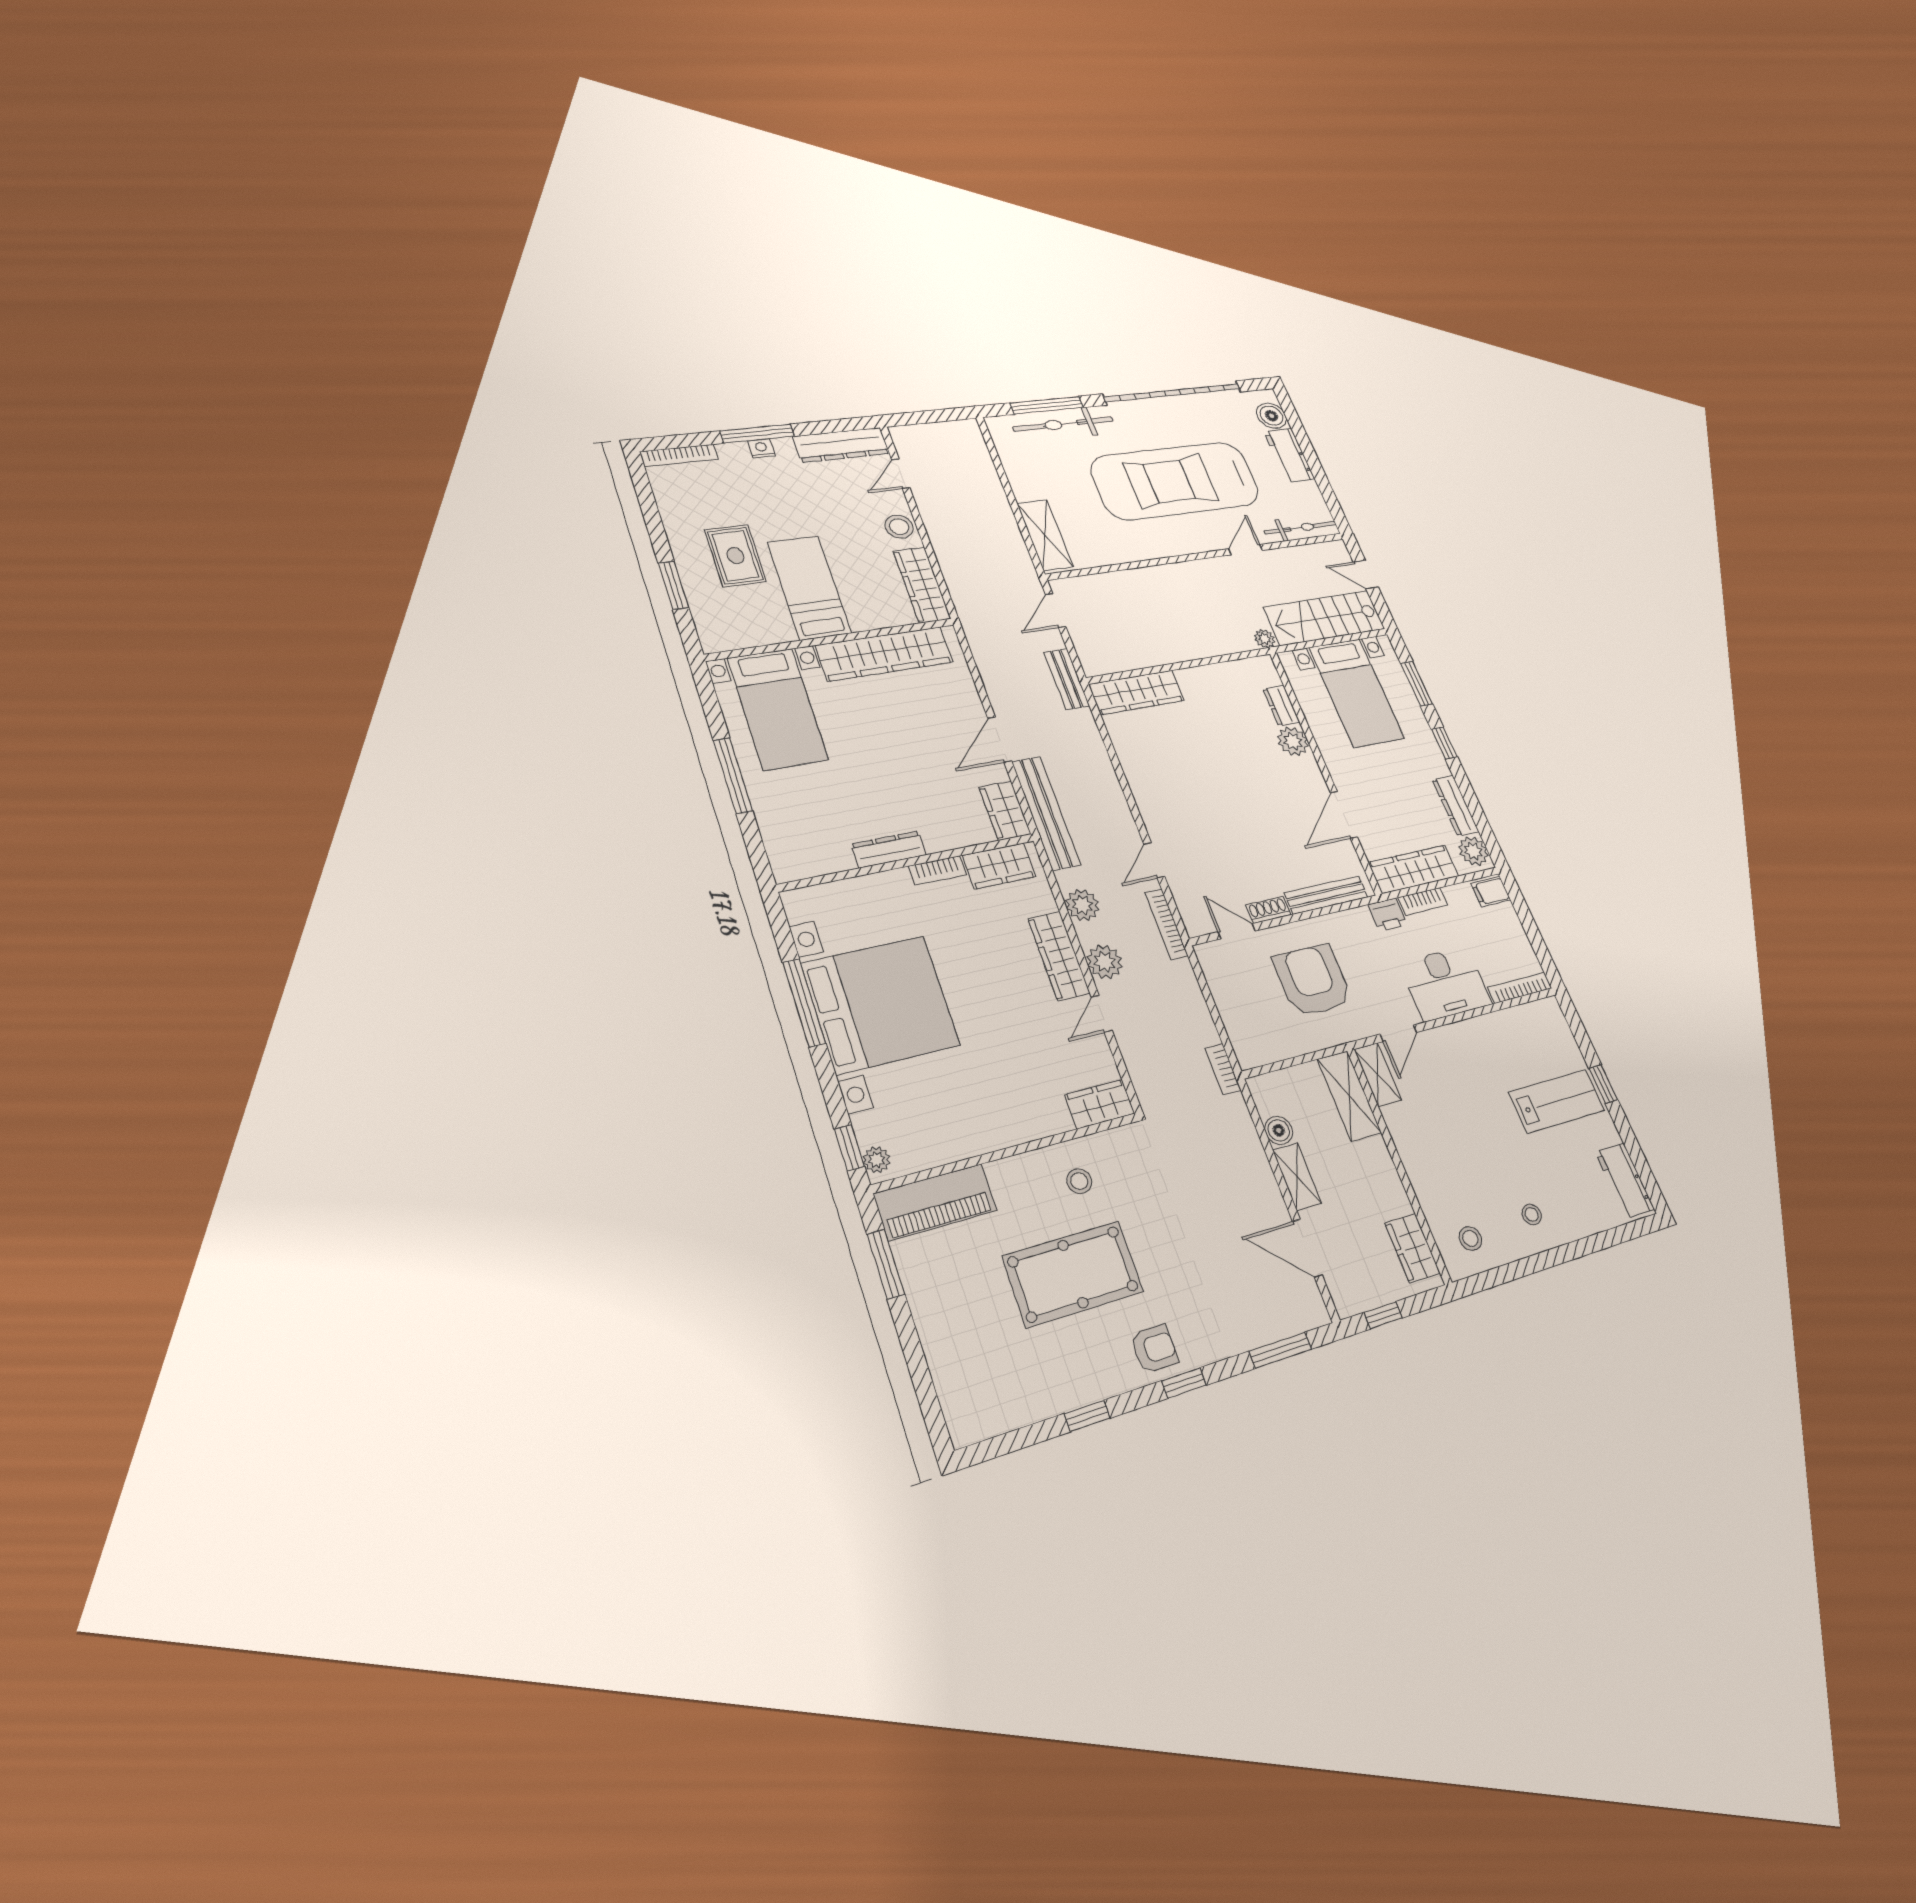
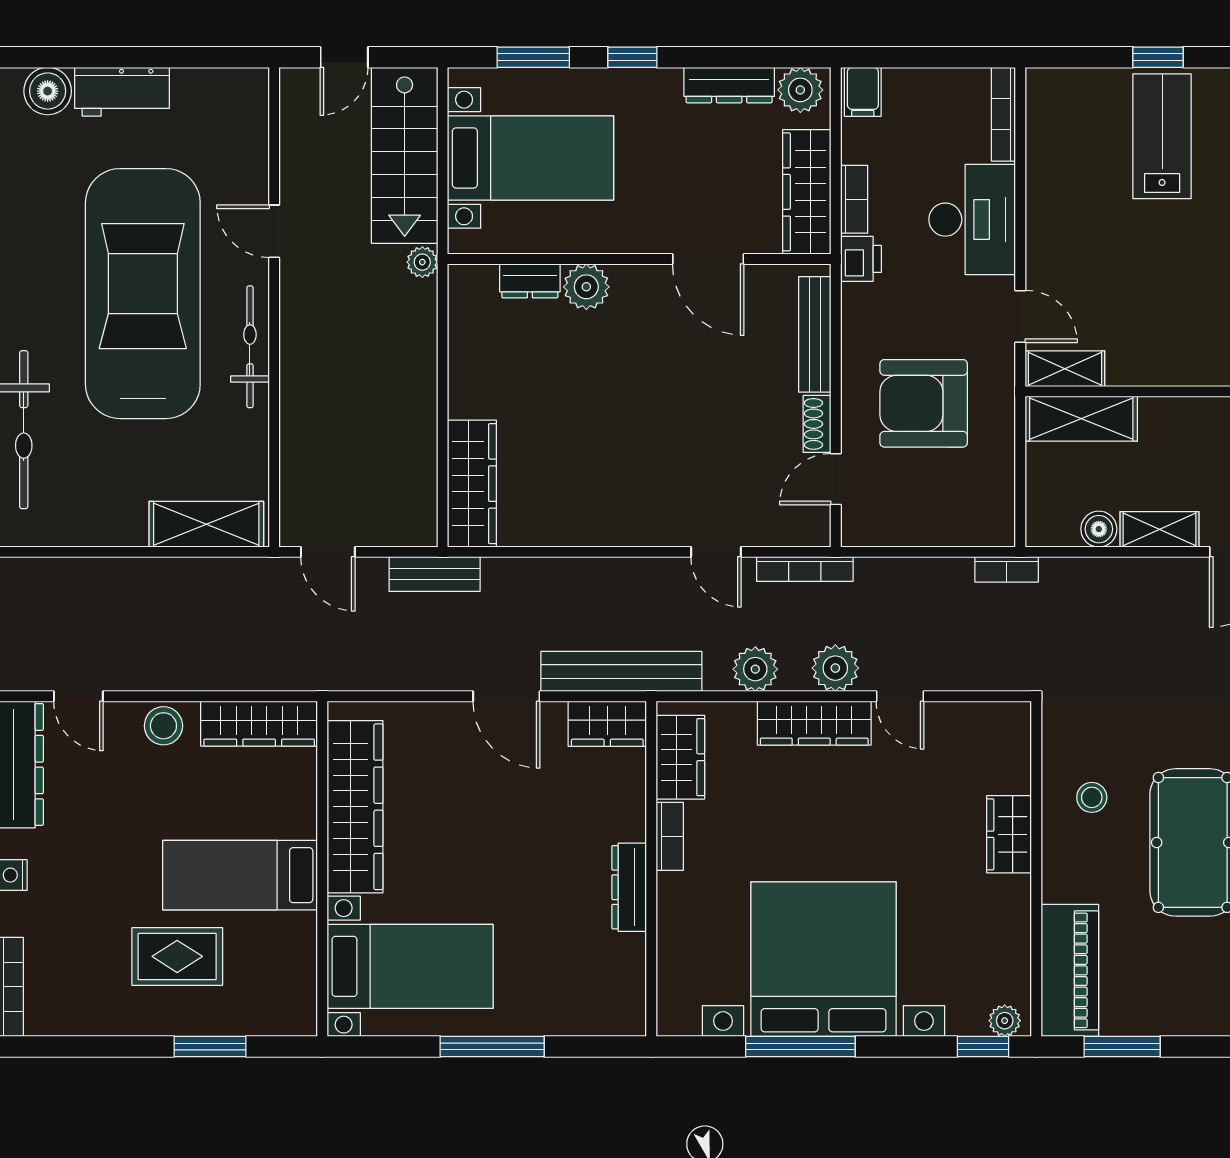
car: (1175, 481) -> (143, 294), turned 180
bicycle: (1300, 528) -> (250, 347), moved
wardrobe: (1100, 1104) -> (1009, 834), moved

